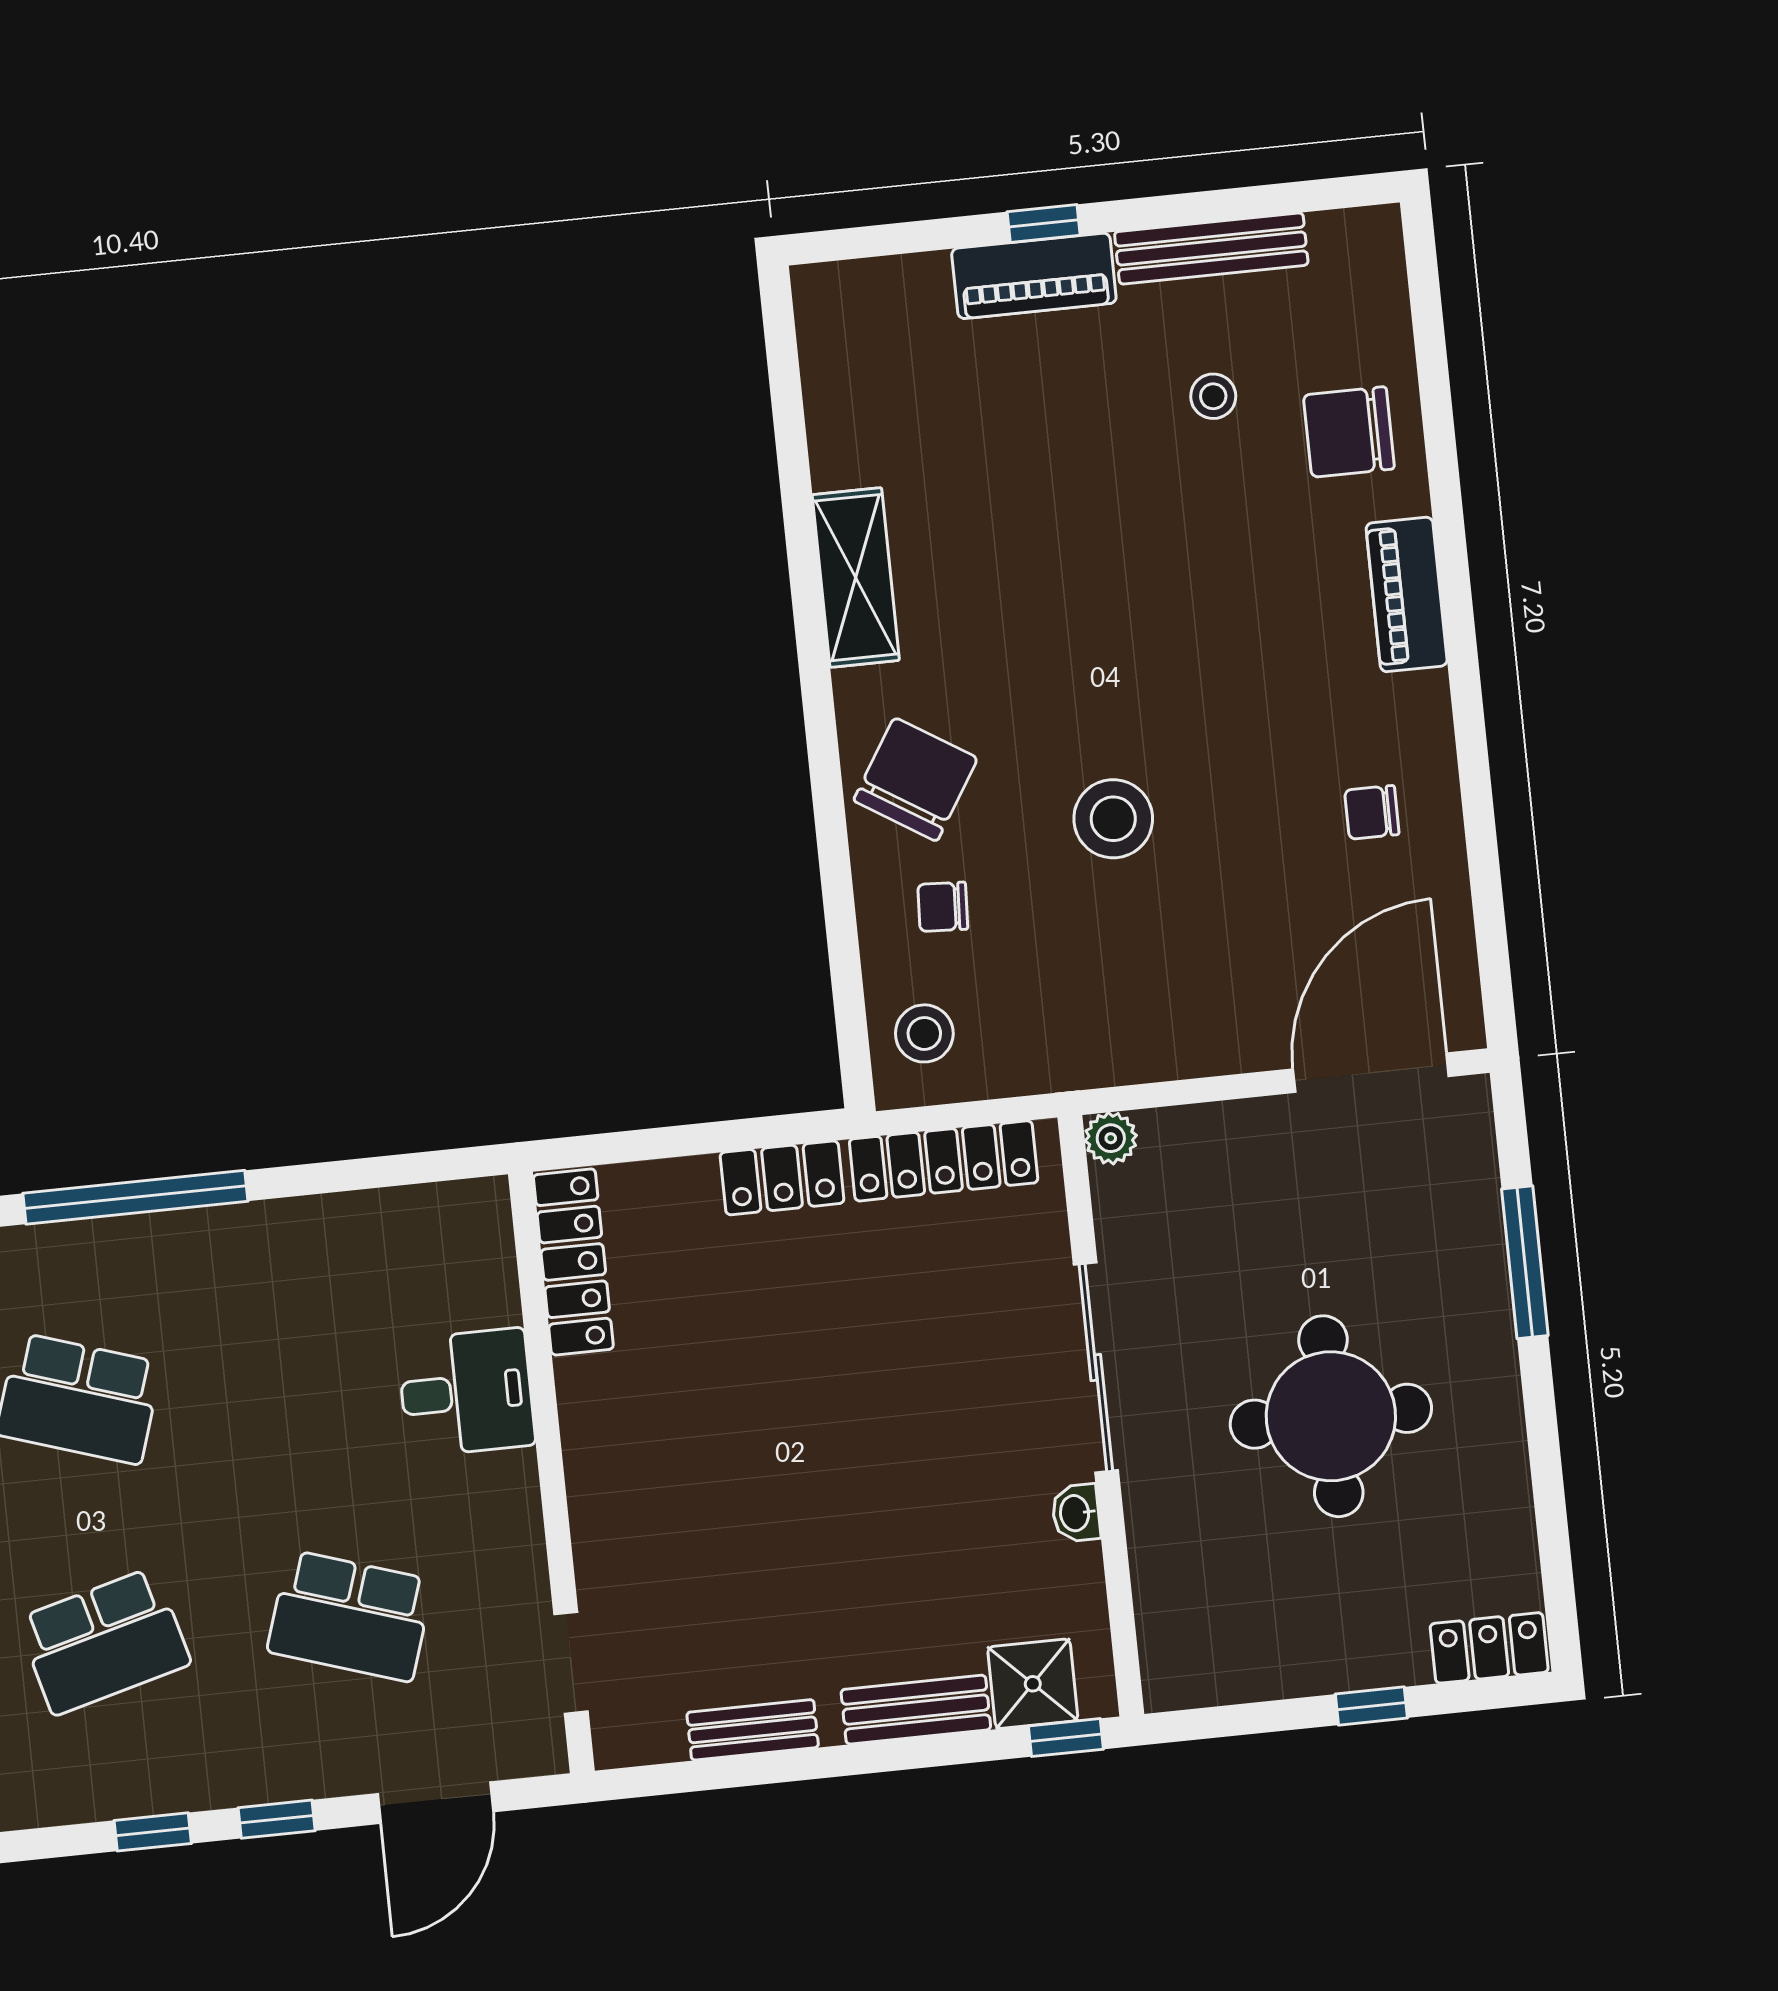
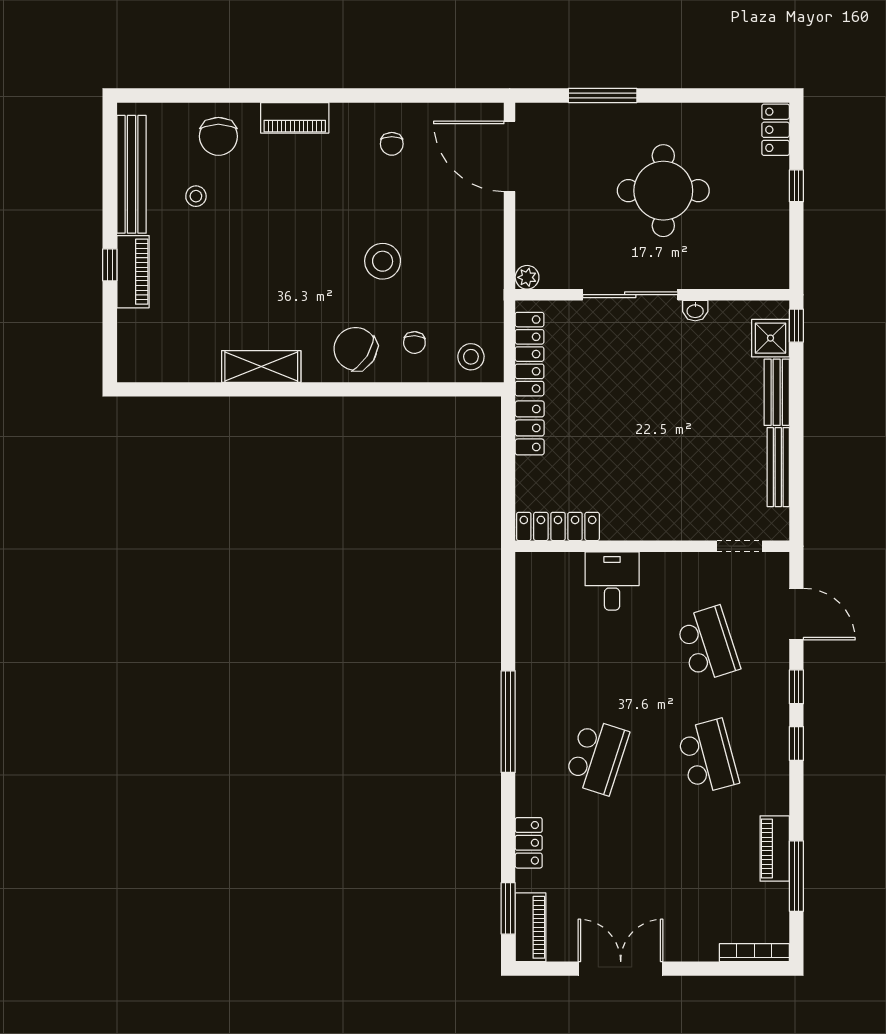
bench: (1211, 248) -> (132, 174), width x1.37, depth x1.21
school desk: (350, 1616) -> (708, 644), turned -36
bench: (753, 1730) -> (778, 467), width x1.36

